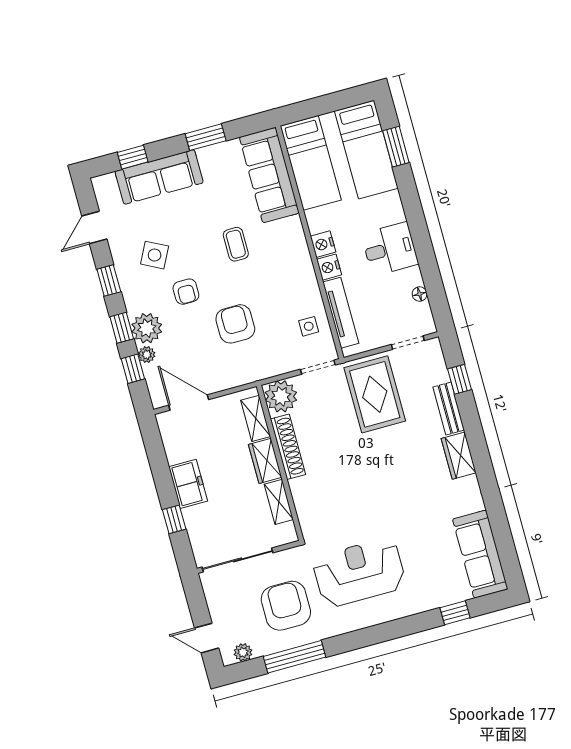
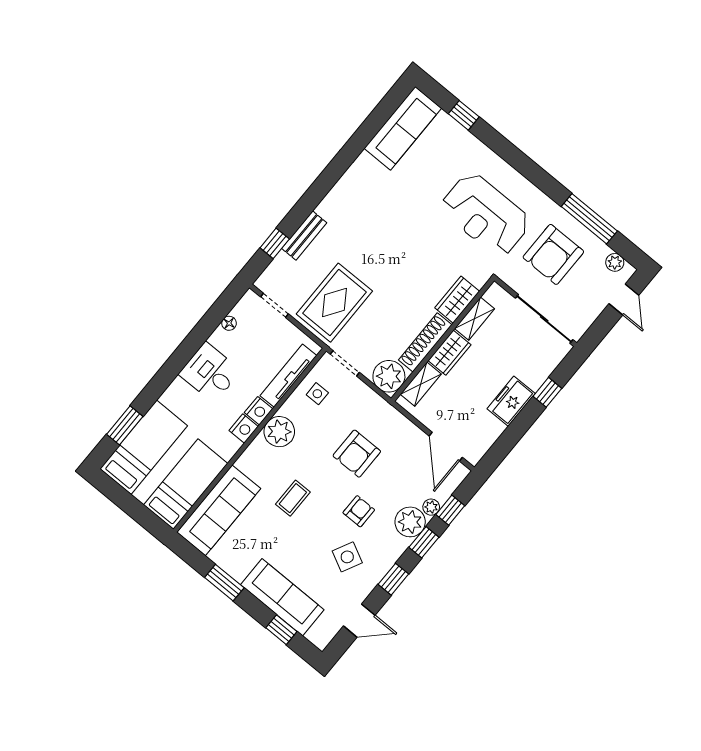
plant: (299, 272) -> (279, 432), added
wardrobe: (459, 456) -> (457, 300), moved, turned 180

